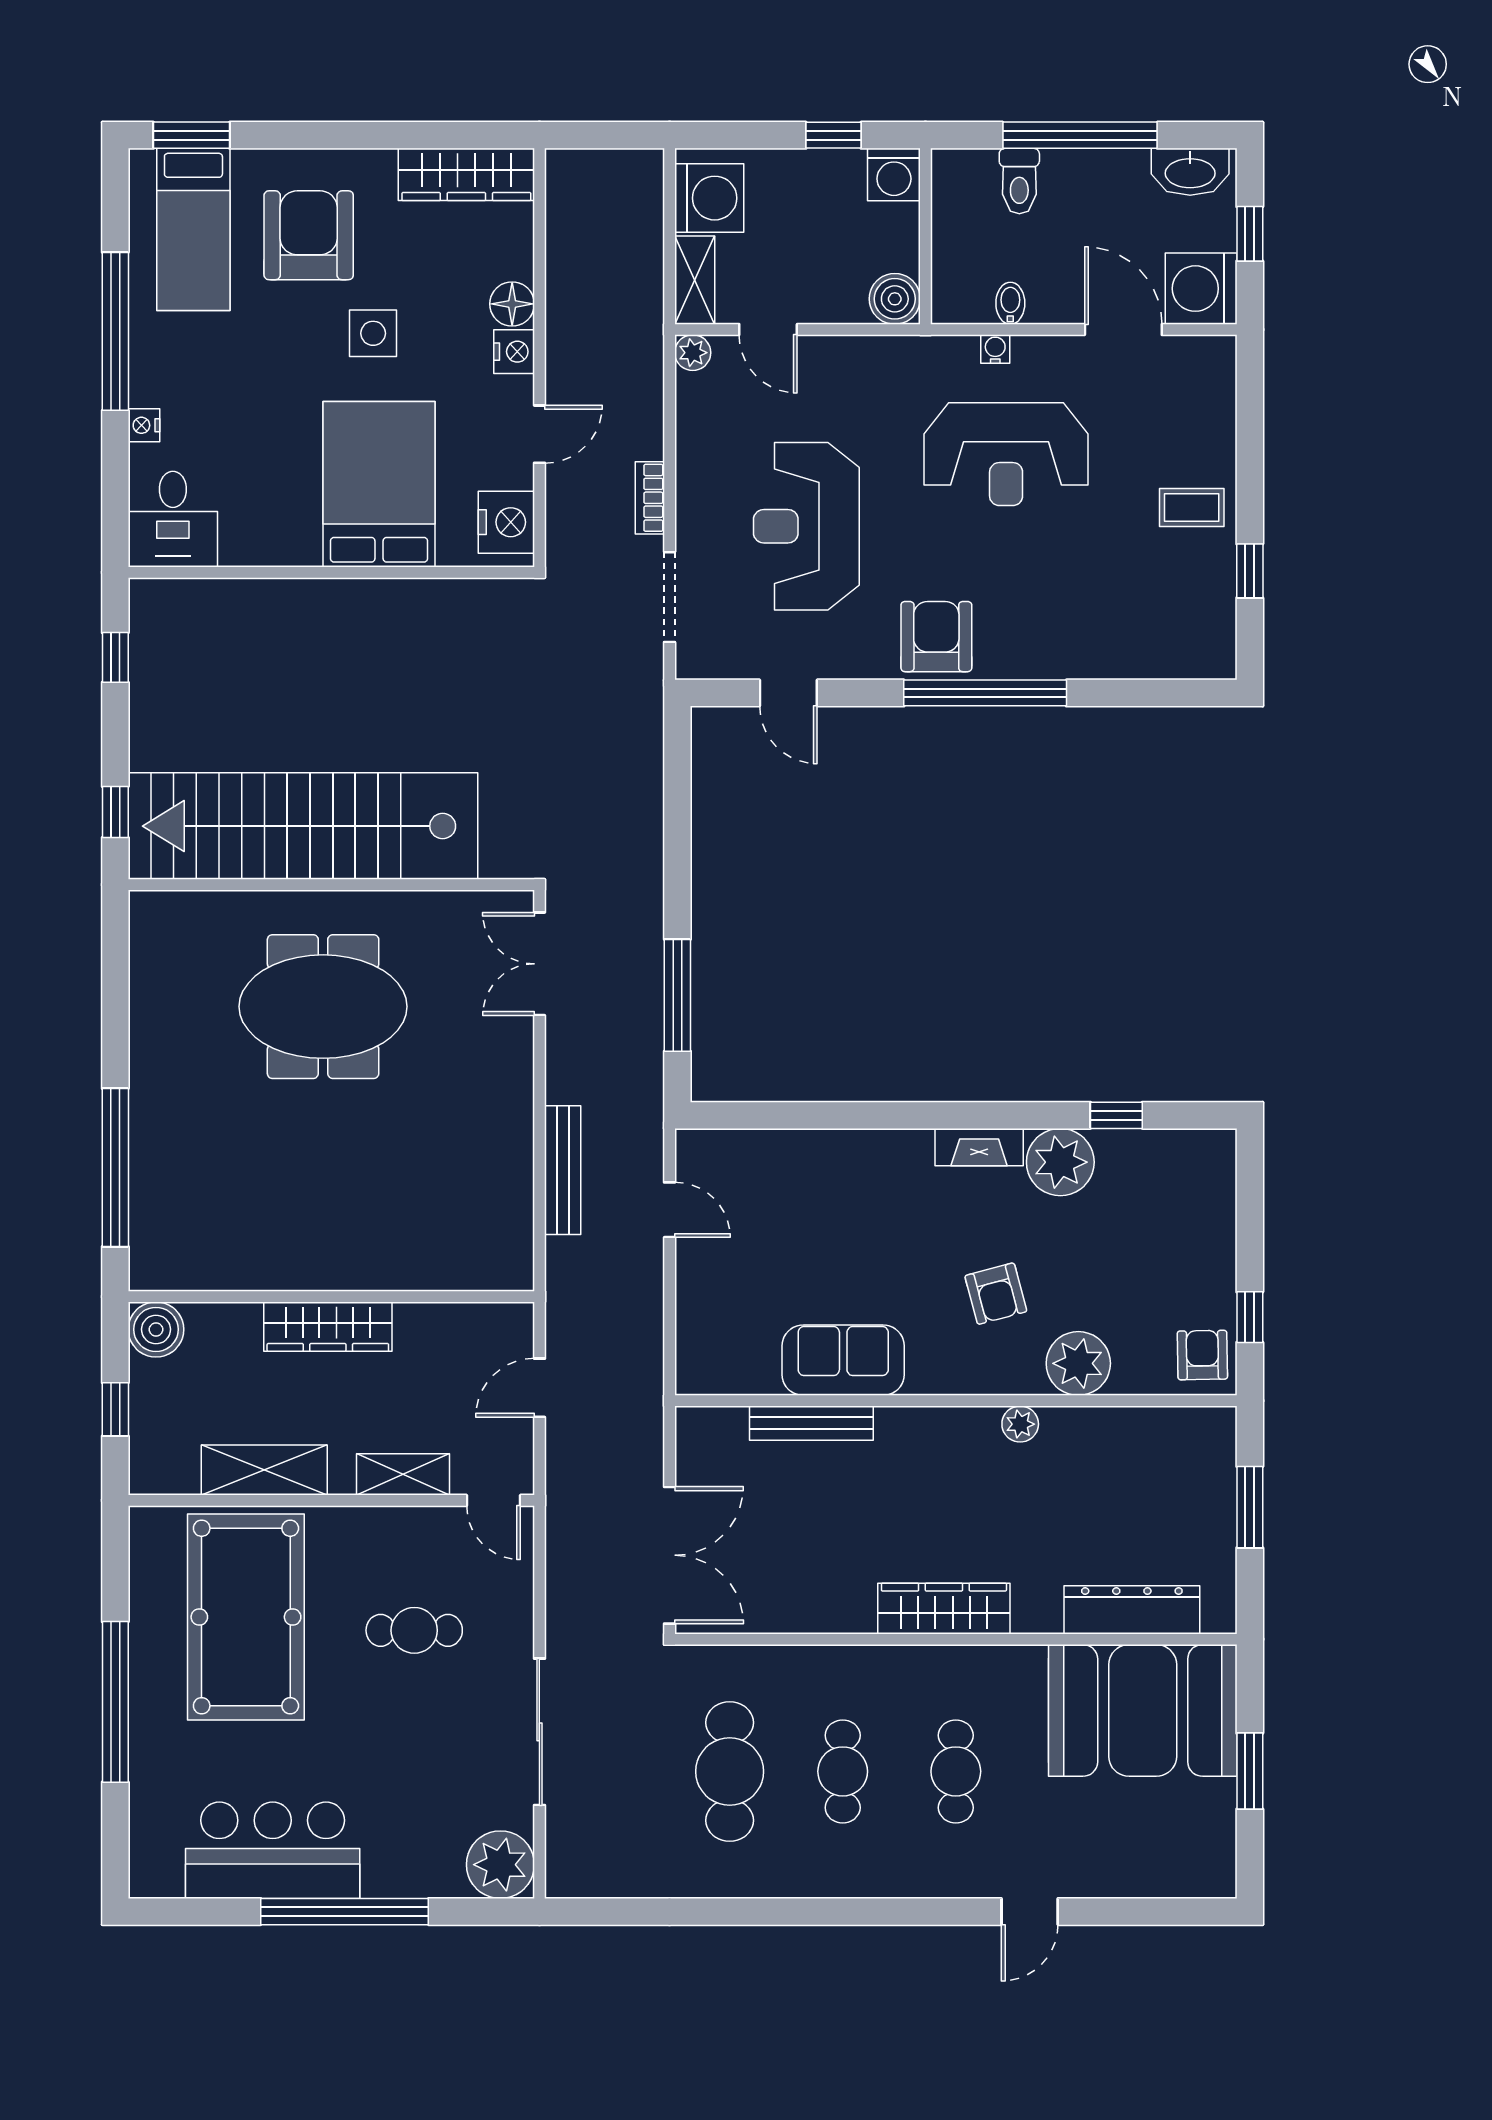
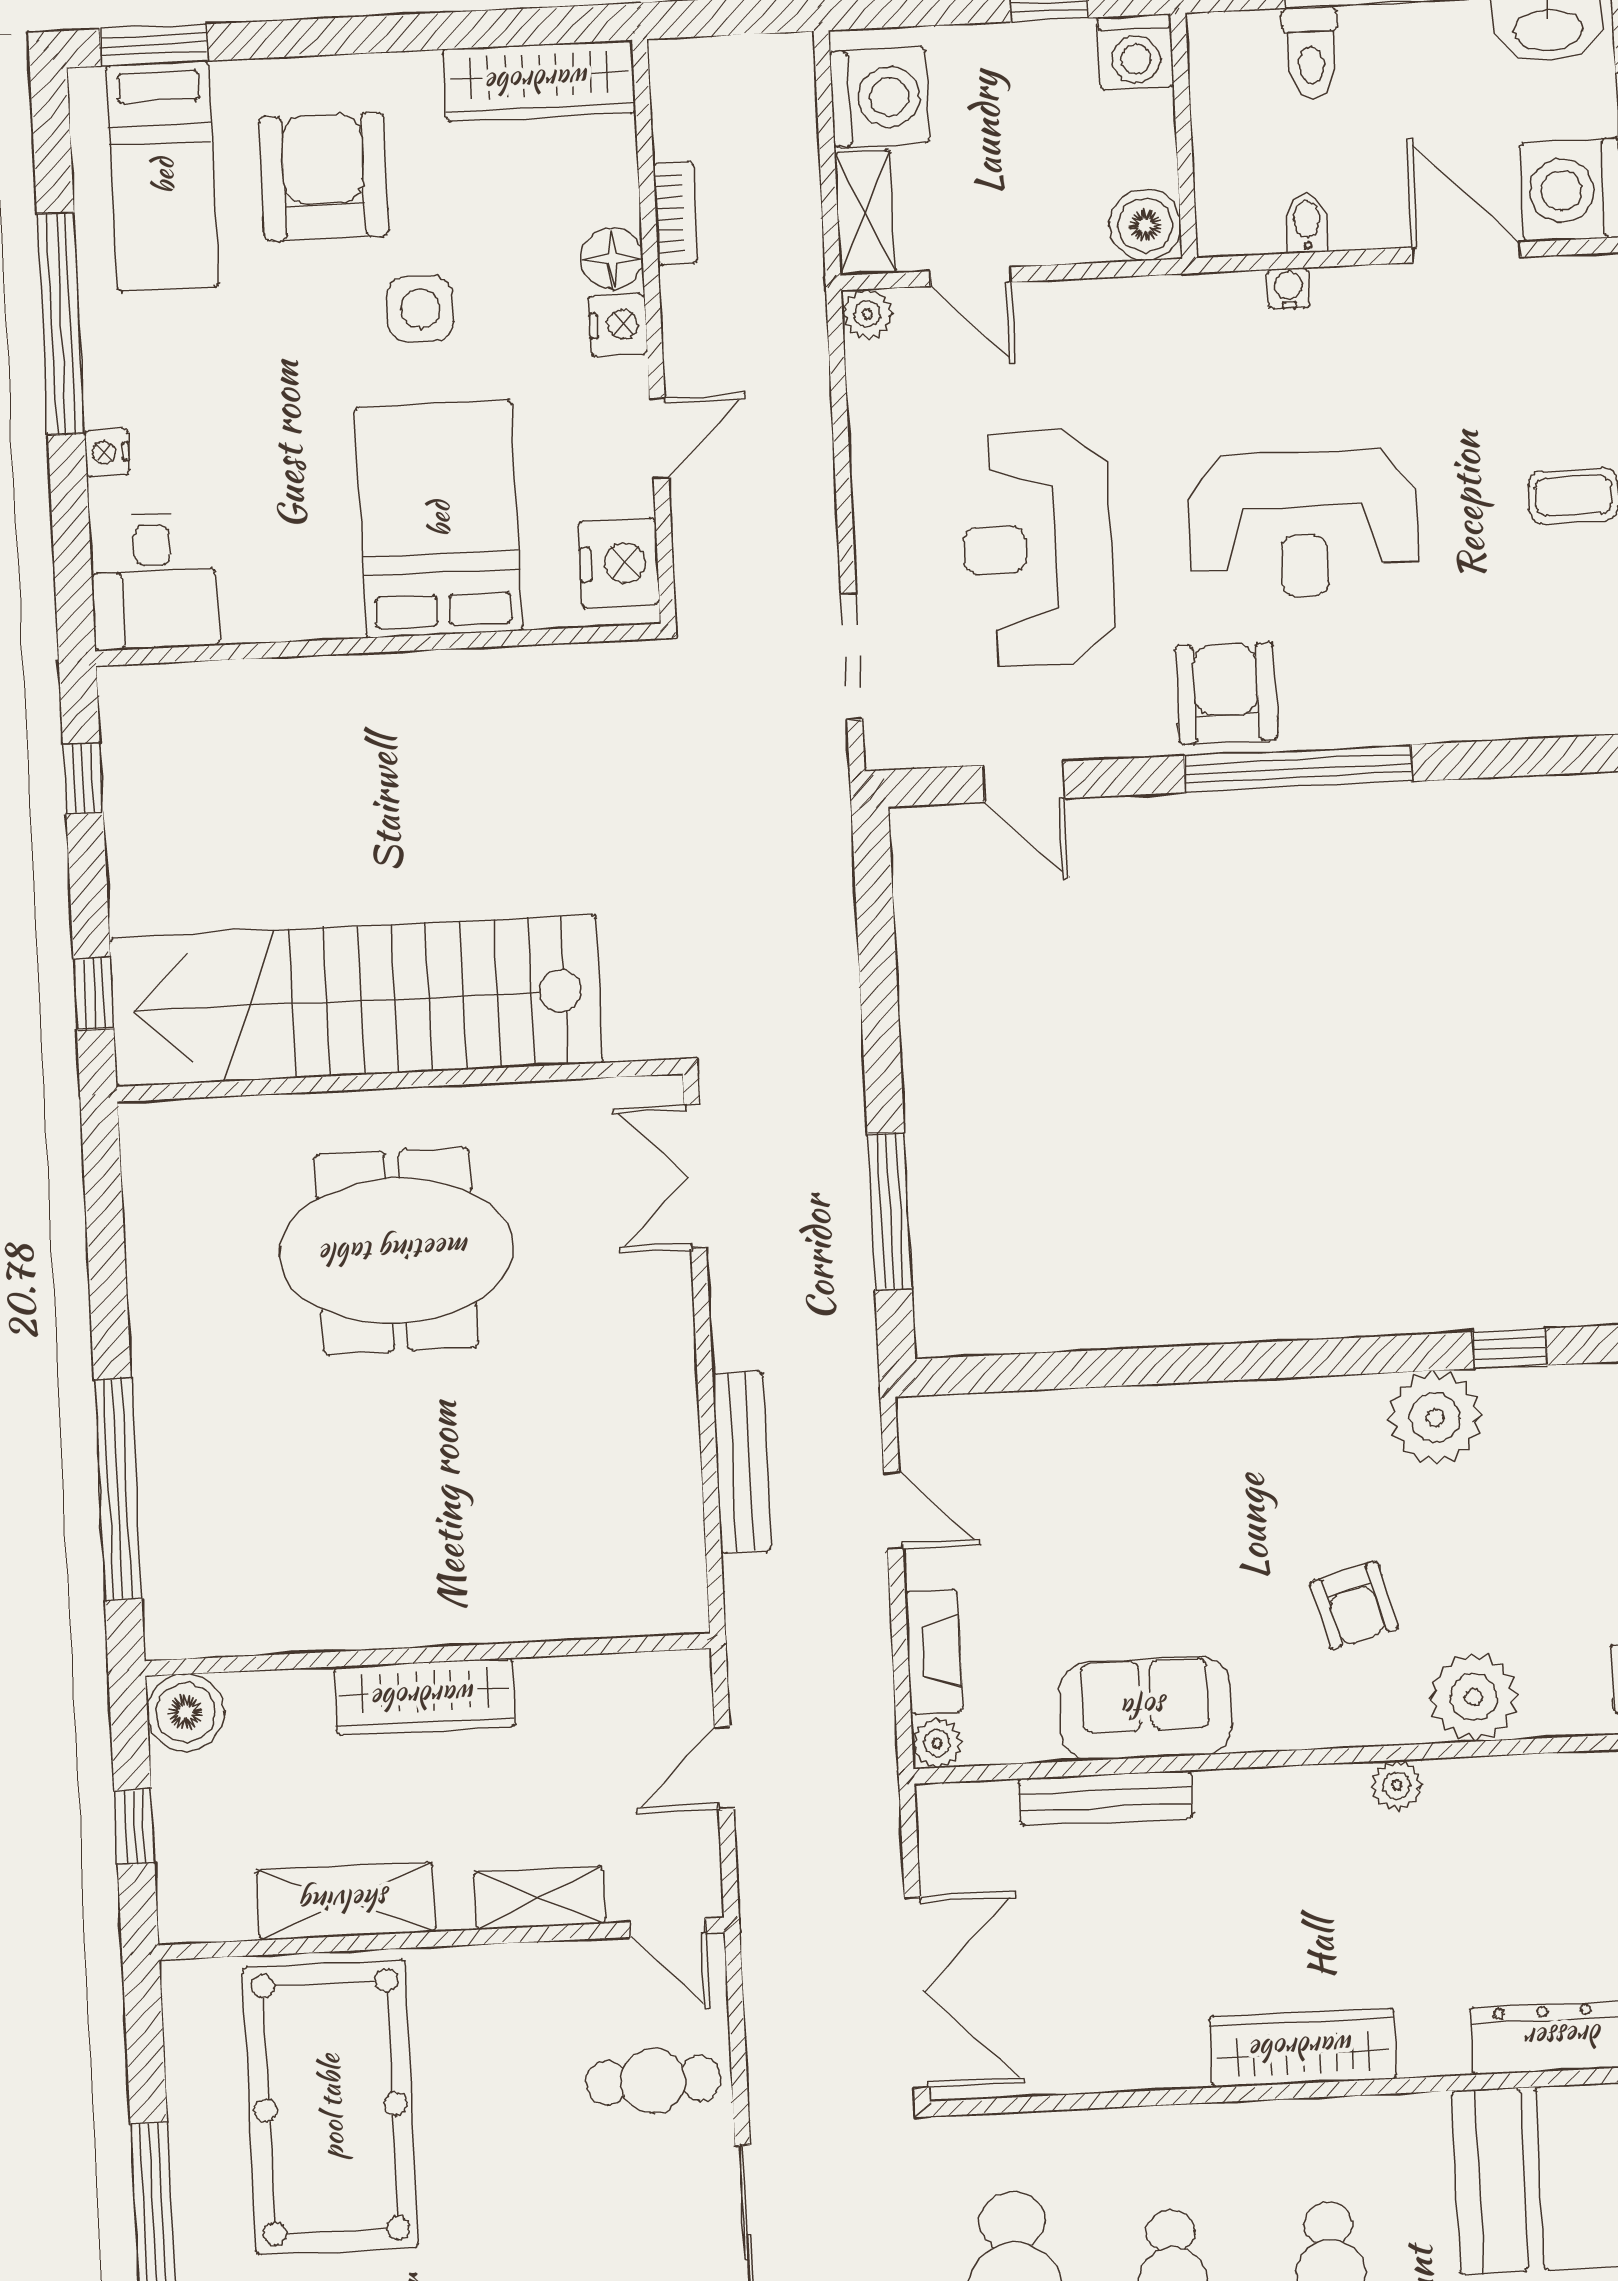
reception desk: (1006, 454) -> (1303, 524), moved
bookcase: (650, 498) -> (676, 213), moved, turned 180
fireplace: (979, 1147) -> (934, 1652), moved, turned -90
plant: (693, 1378) -> (937, 1743), added
cafe table: (414, 1630) -> (653, 2080), moved

